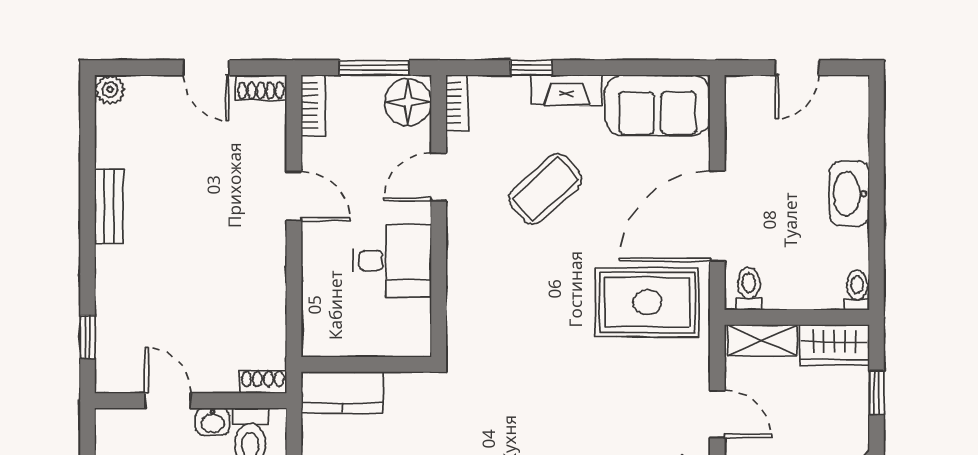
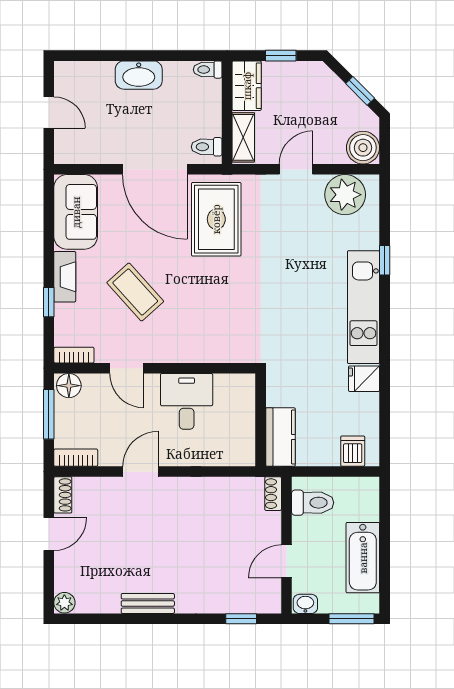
floor lamp: (408, 102) -> (69, 386), width x0.73, depth x0.73
washbasin: (213, 421) -> (305, 604), moved, turned -90

